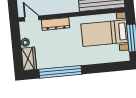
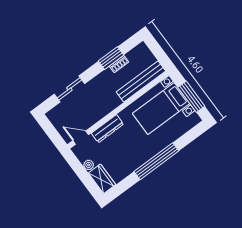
window: (60, 72) -> (156, 161), moved

